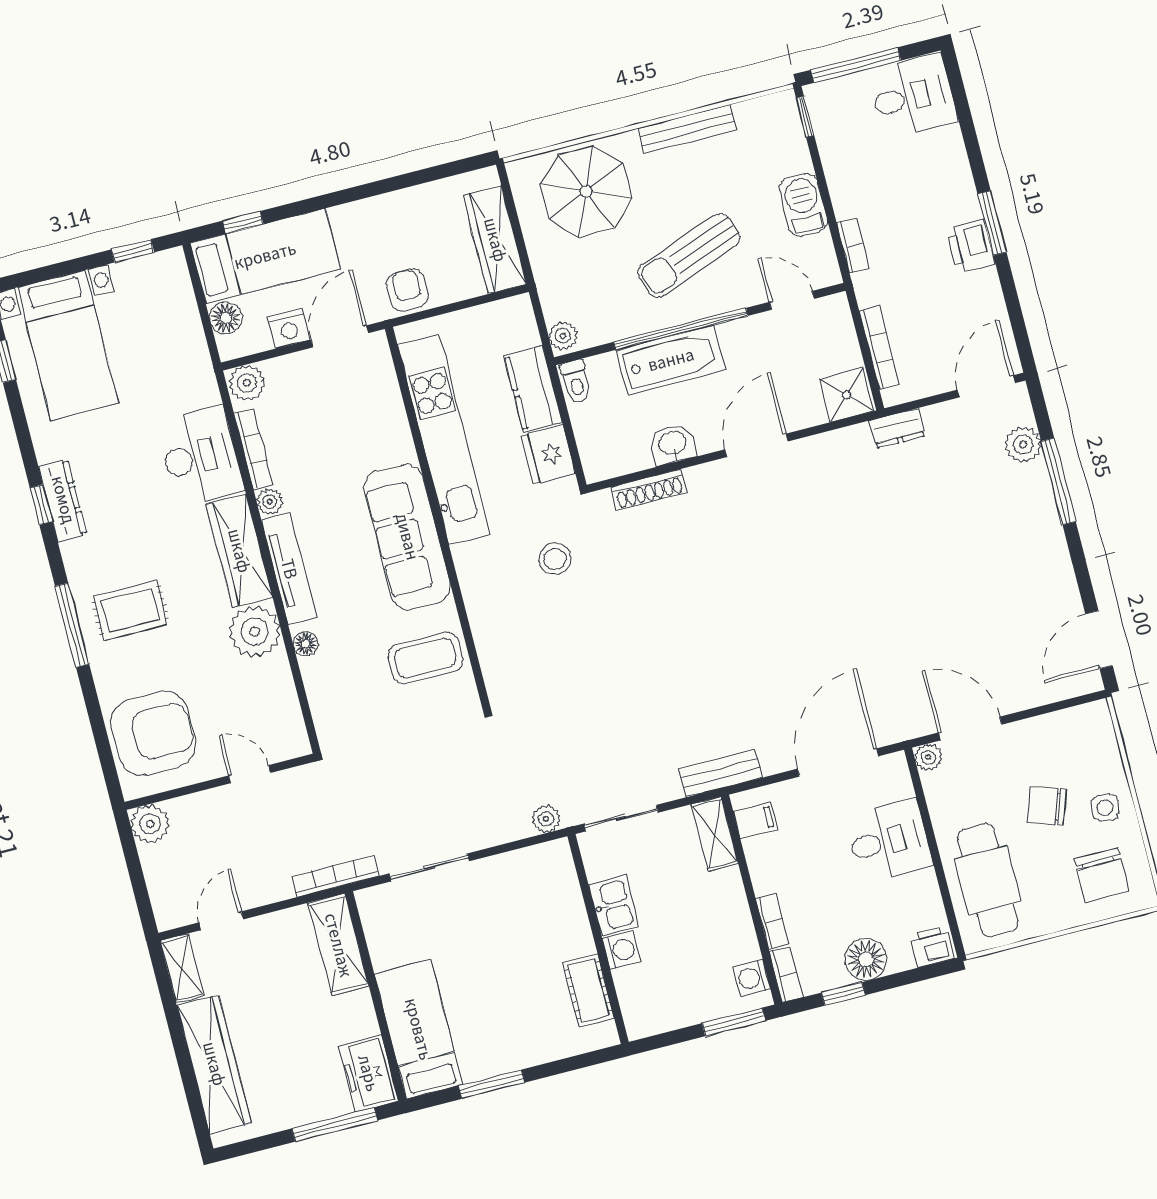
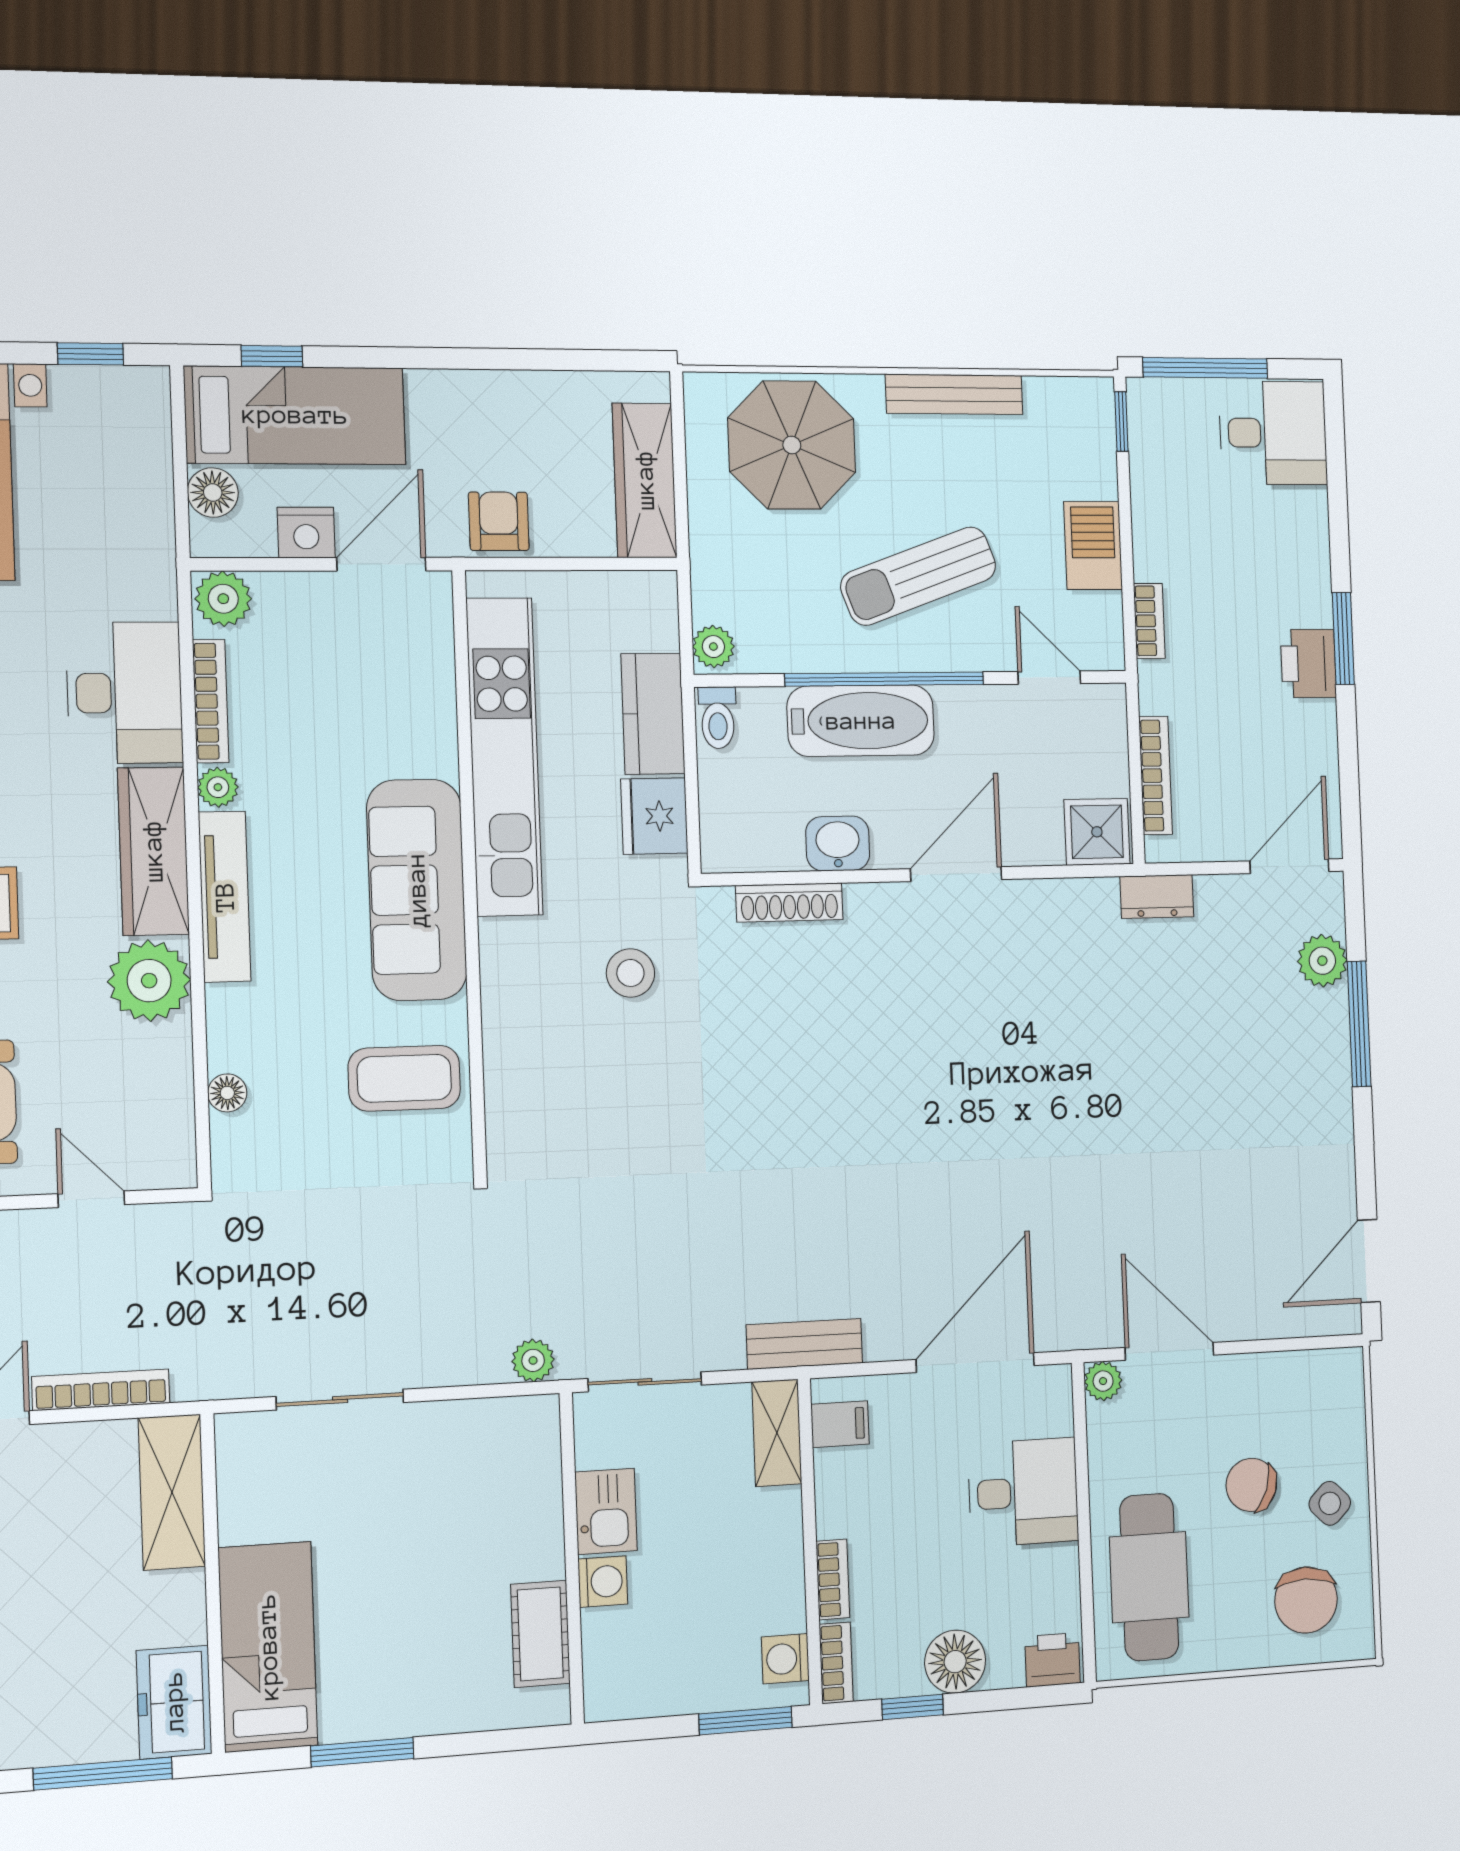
floor lamp: (306, 644) -> (227, 1093), moved
side table: (1105, 808) -> (1330, 1503), turned 34
bookcase: (335, 876) -> (101, 1390), moved

